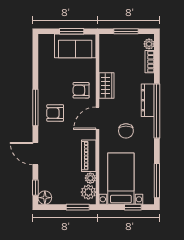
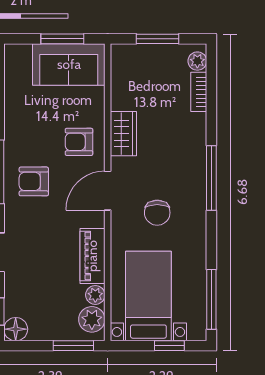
dresser: (148, 100) -> (195, 159), removed
window: (157, 111) -> (211, 178), width x0.68

